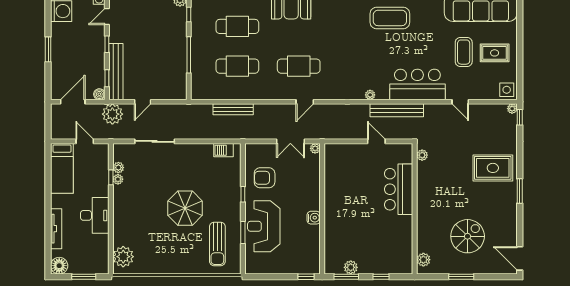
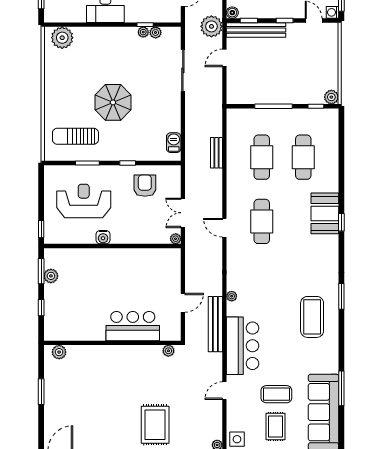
door: (143, 102) -> (224, 58), hinge flipped
bench: (233, 109) -> (216, 153), width x0.73
reception desk: (264, 226) -> (84, 201), moved
spiral stairs: (468, 236) -> (84, 398), removed

